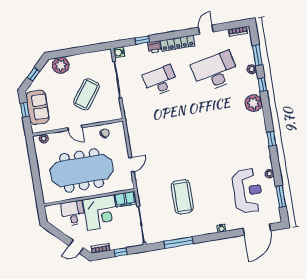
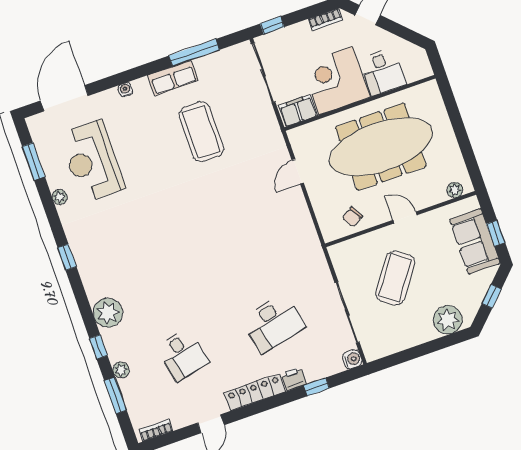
desk: (215, 72) -> (183, 355), width x0.53, depth x0.77
row of seats: (193, 230) -> (173, 78), added
window: (121, 252) -> (272, 25), moved

